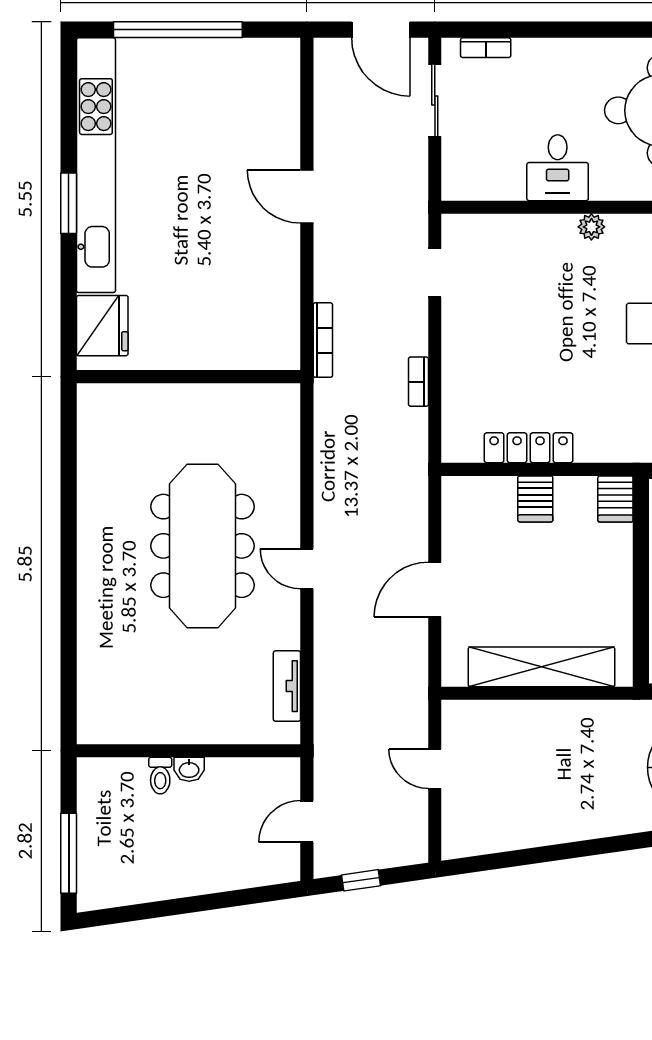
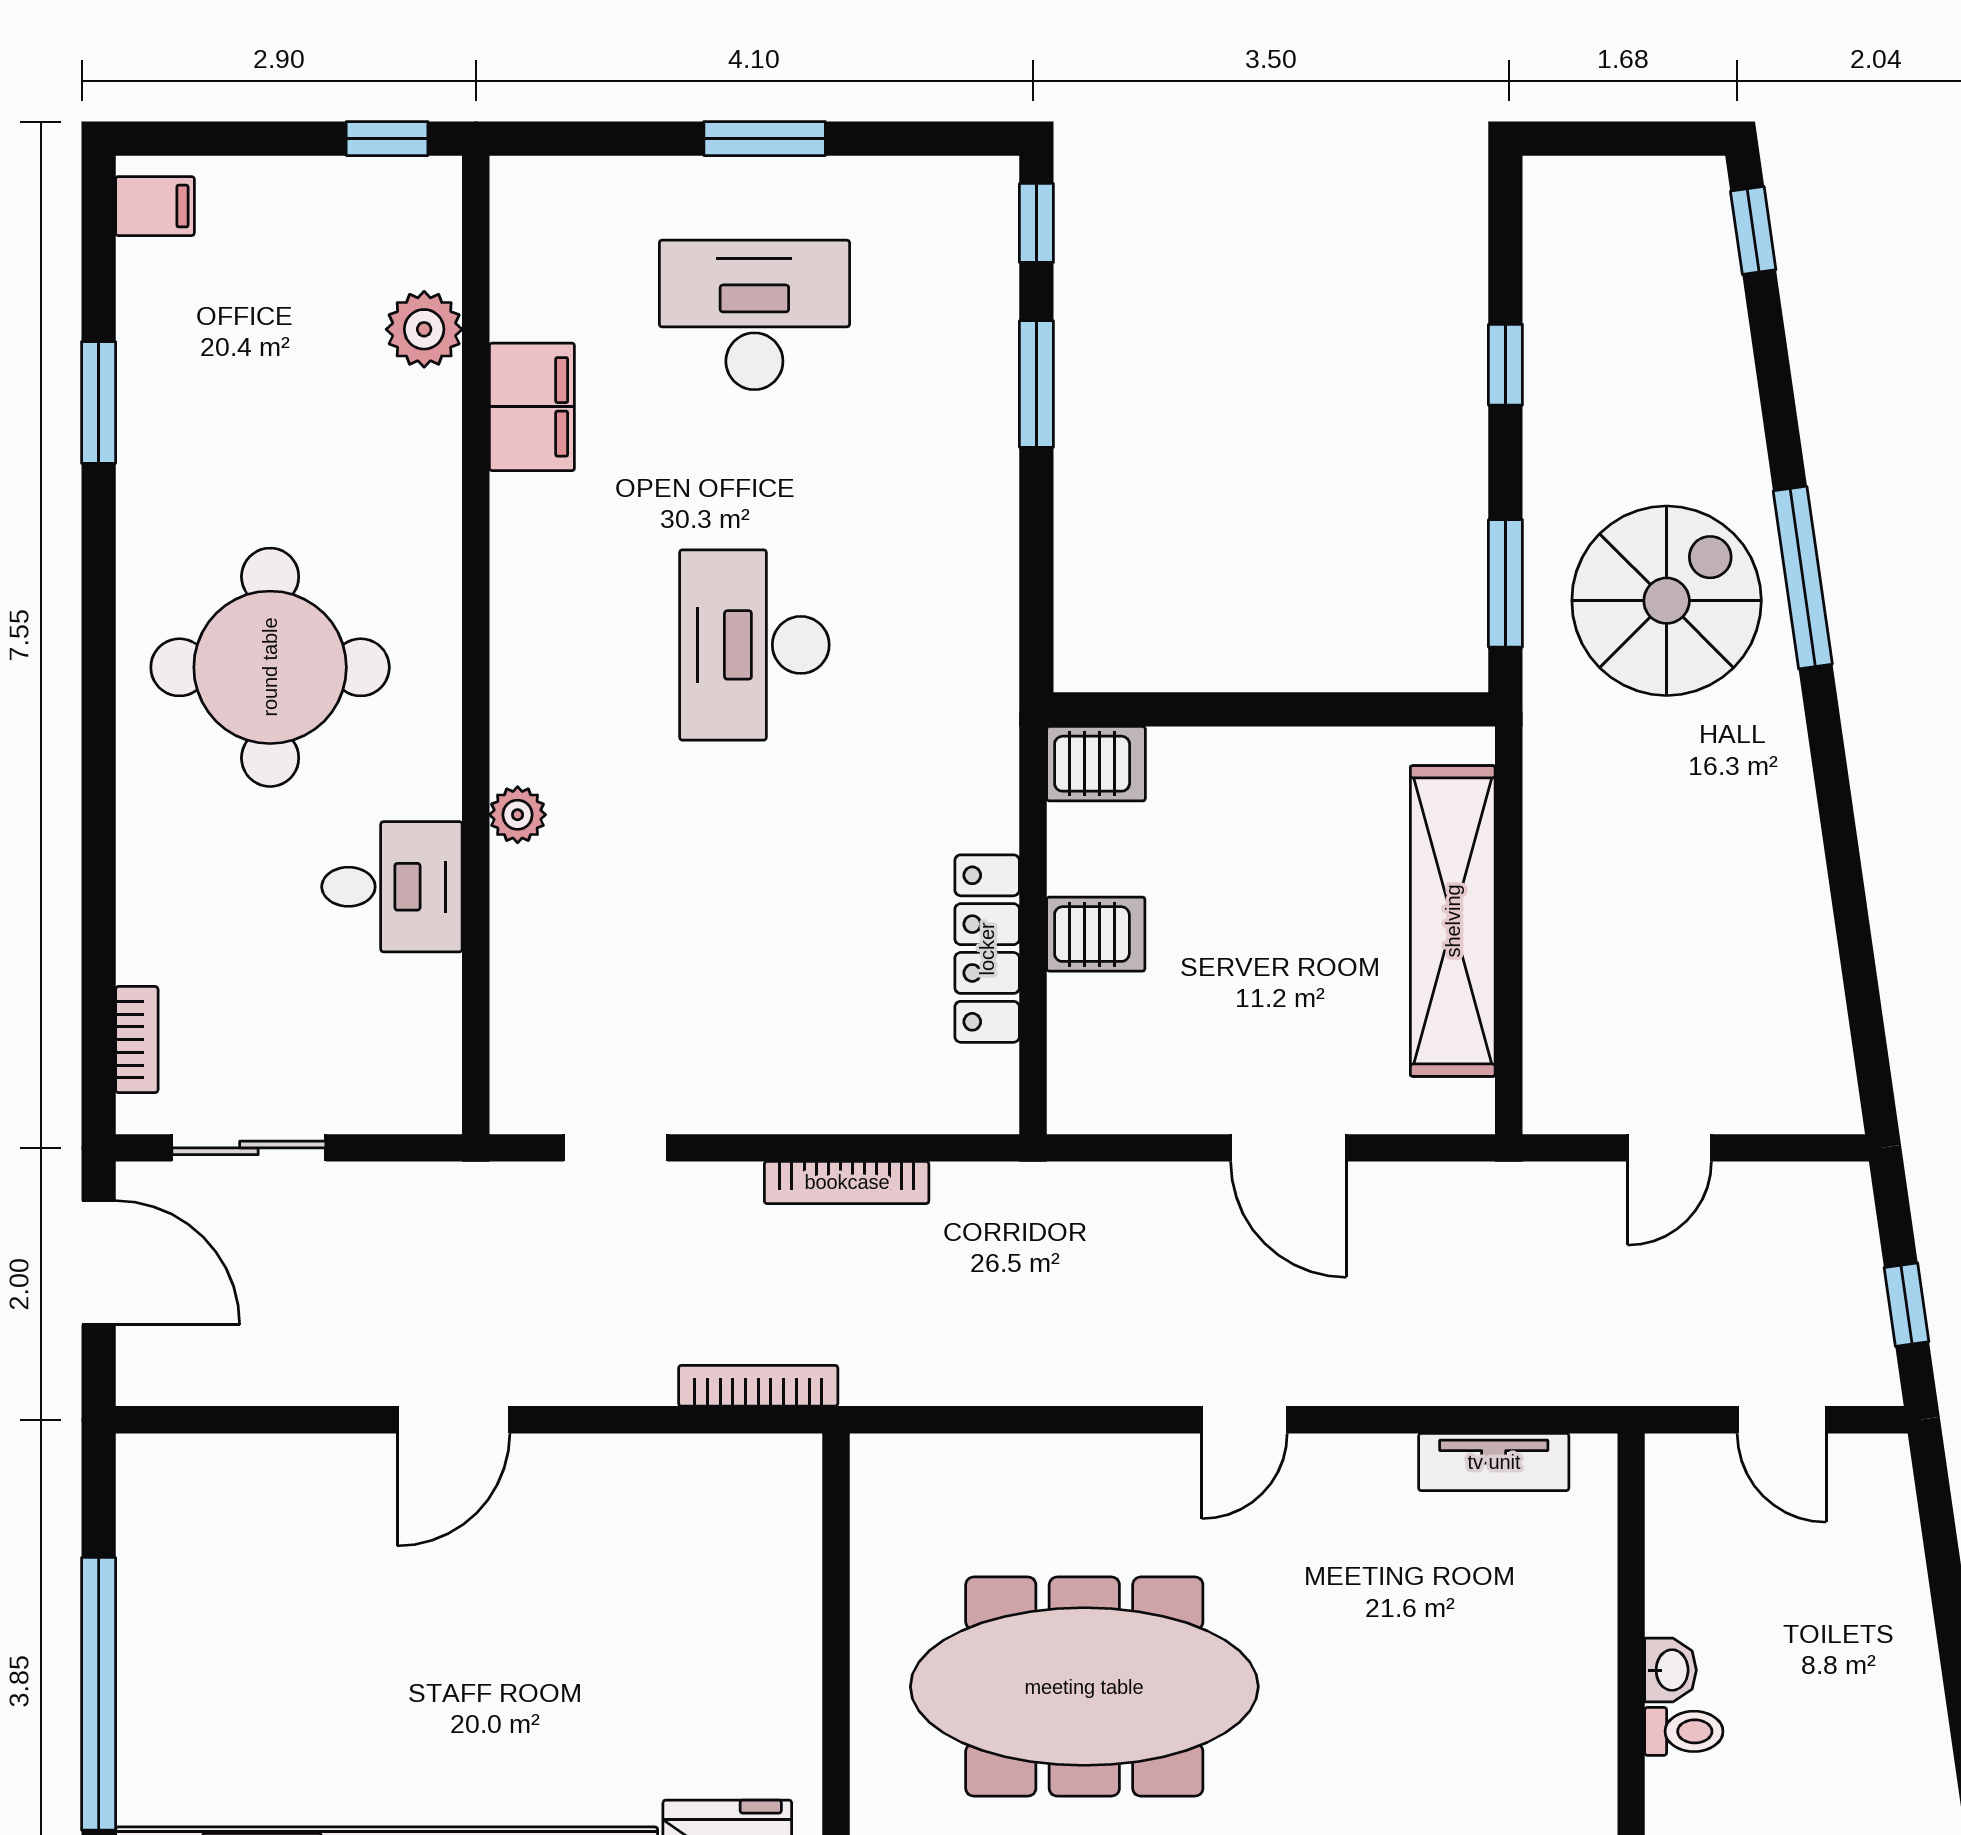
door: (381, 30) -> (99, 1263), hinge flipped
bookcase: (418, 382) -> (847, 1182), width x1.56
meeting table: (203, 546) -> (1084, 1687), moved

